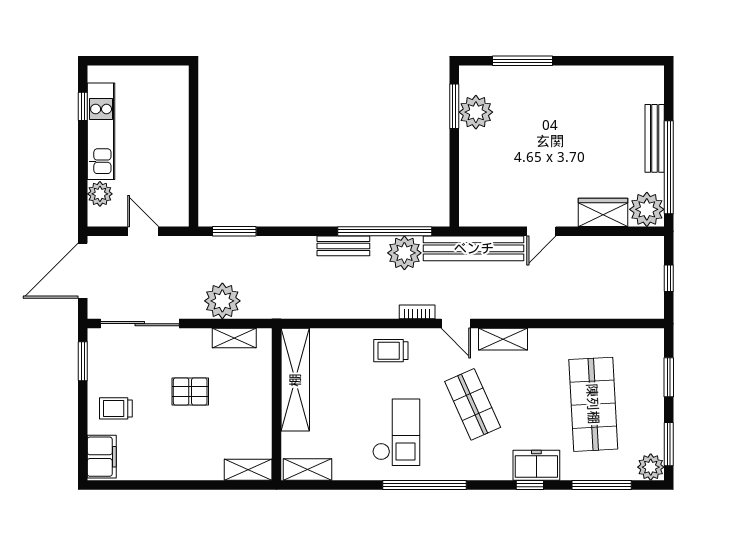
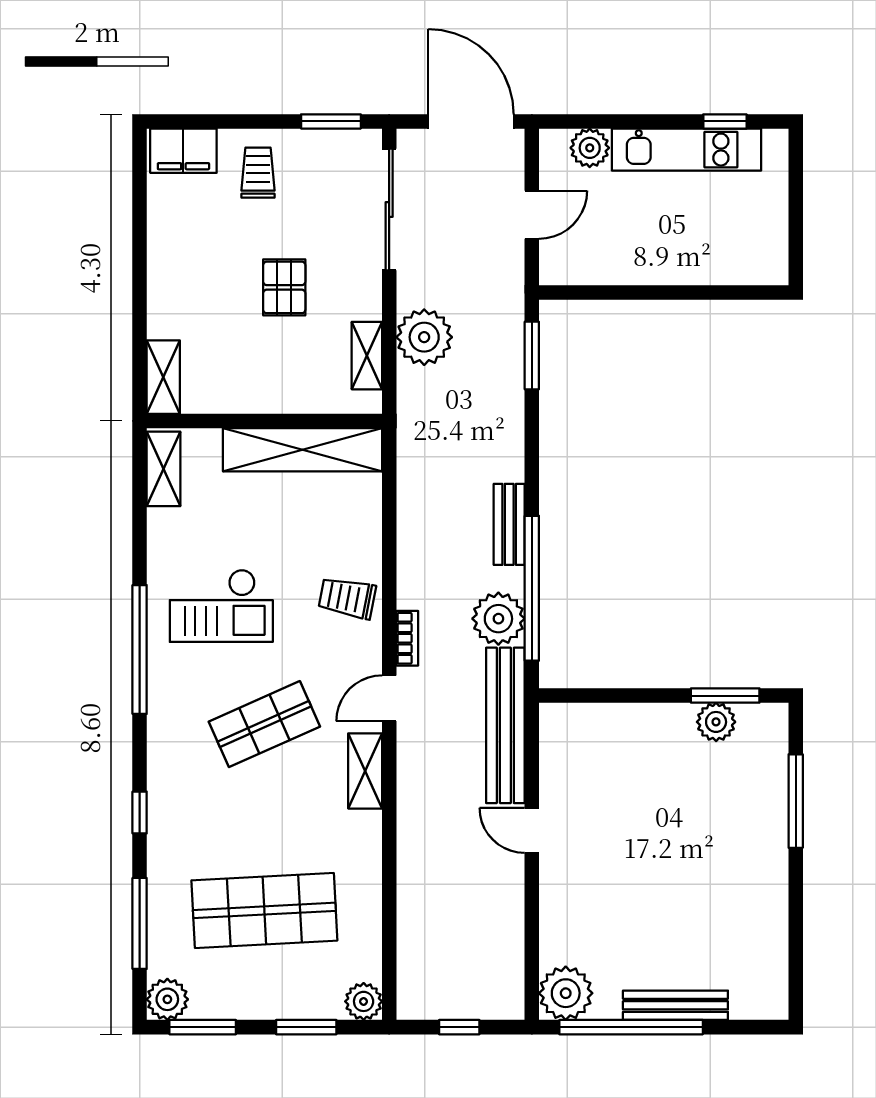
plant: (476, 112) -> (716, 722), width x0.73, depth x0.73
wardrobe: (603, 212) -> (561, 926), removed
plant: (652, 340) -> (364, 1001), added
trolley: (391, 351) -> (347, 598), turned -79
freezer: (536, 465) -> (170, 823), removed

